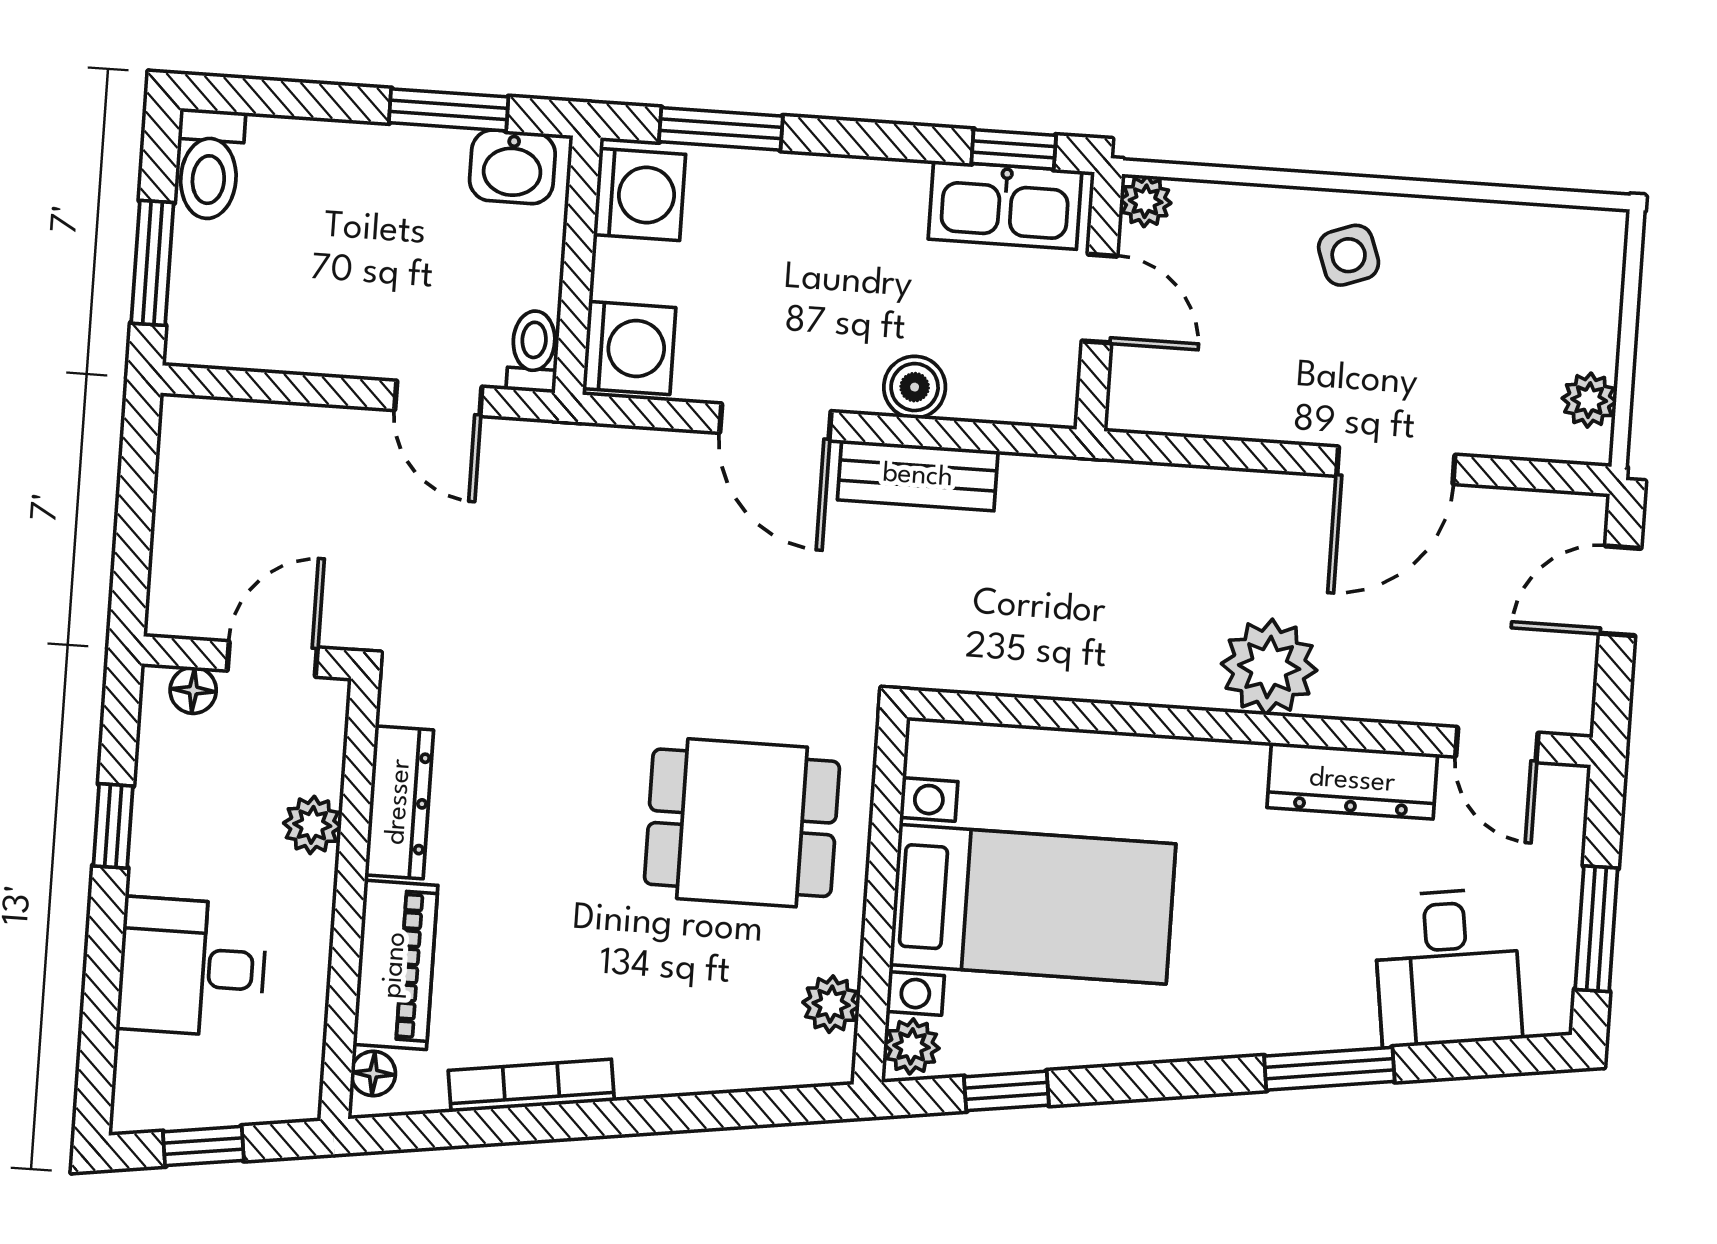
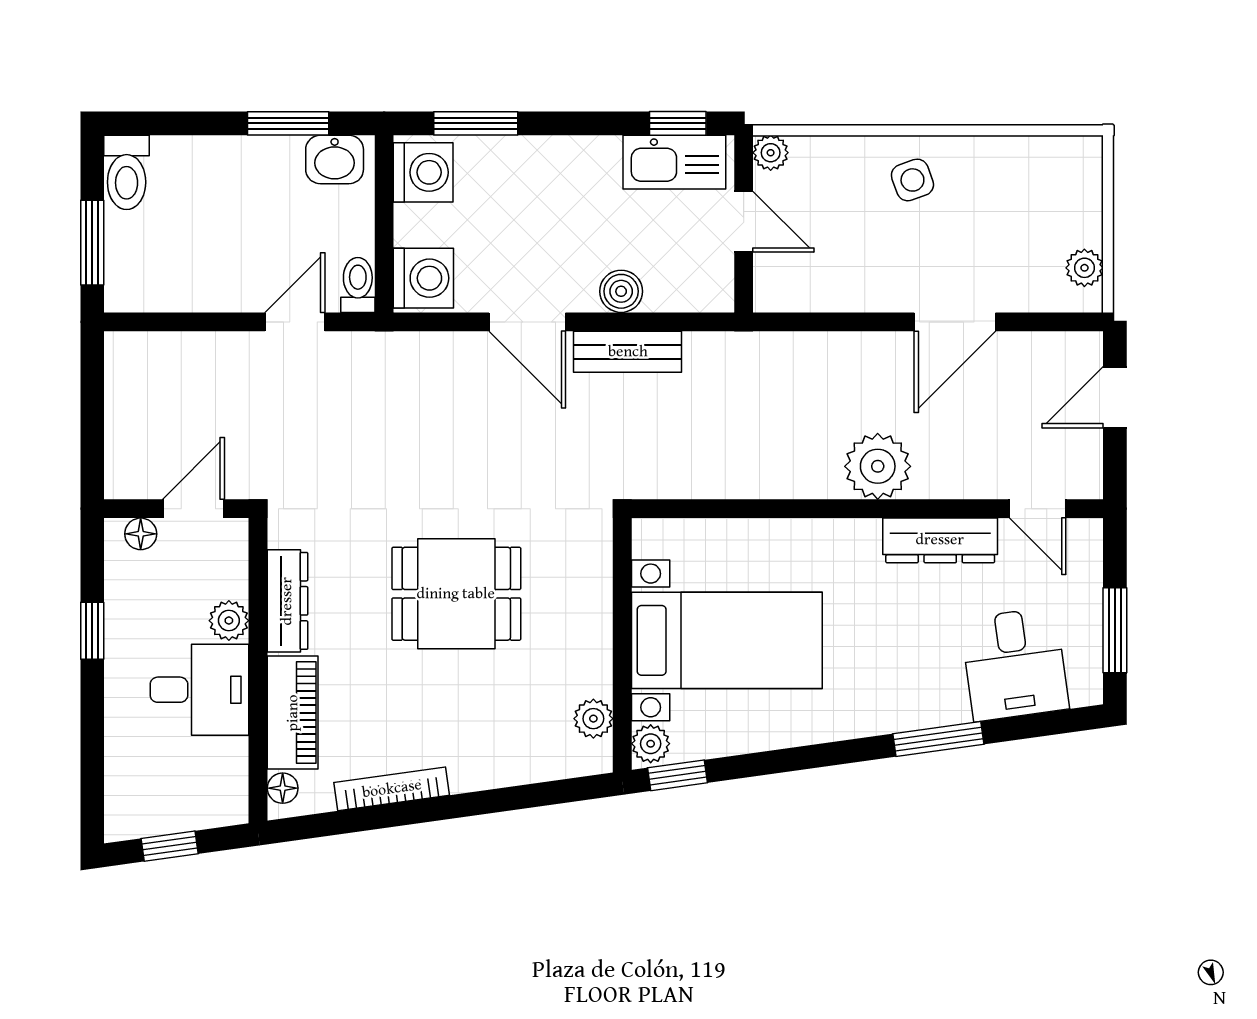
door: (438, 398) -> (295, 322), swing flipped
dining table: (742, 823) -> (456, 594), moved
desk: (192, 967) -> (199, 690), moved, turned 180
window: (1006, 1091) -> (677, 775), moved

